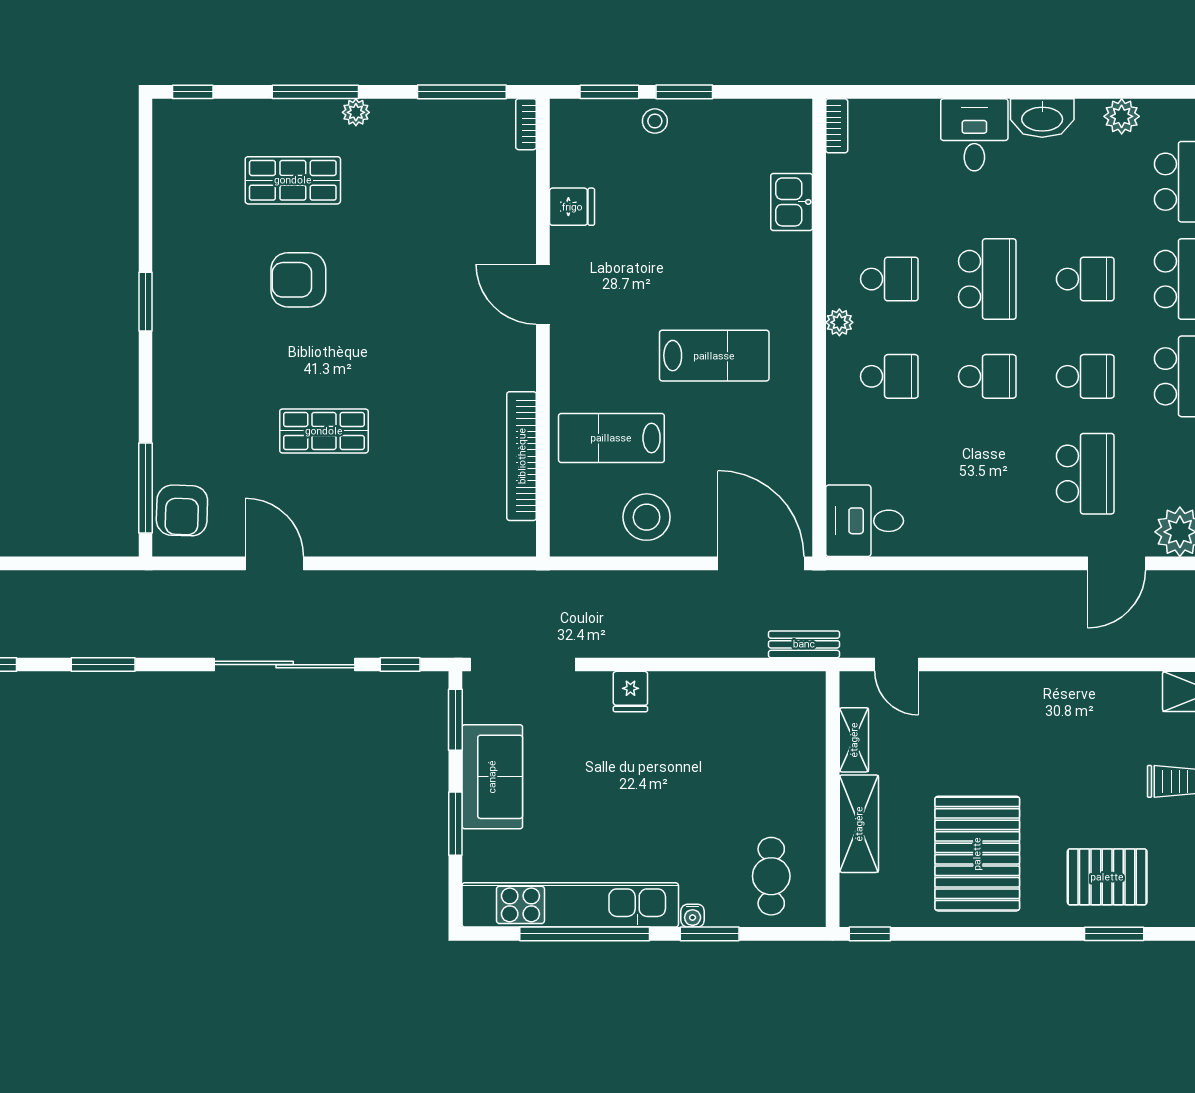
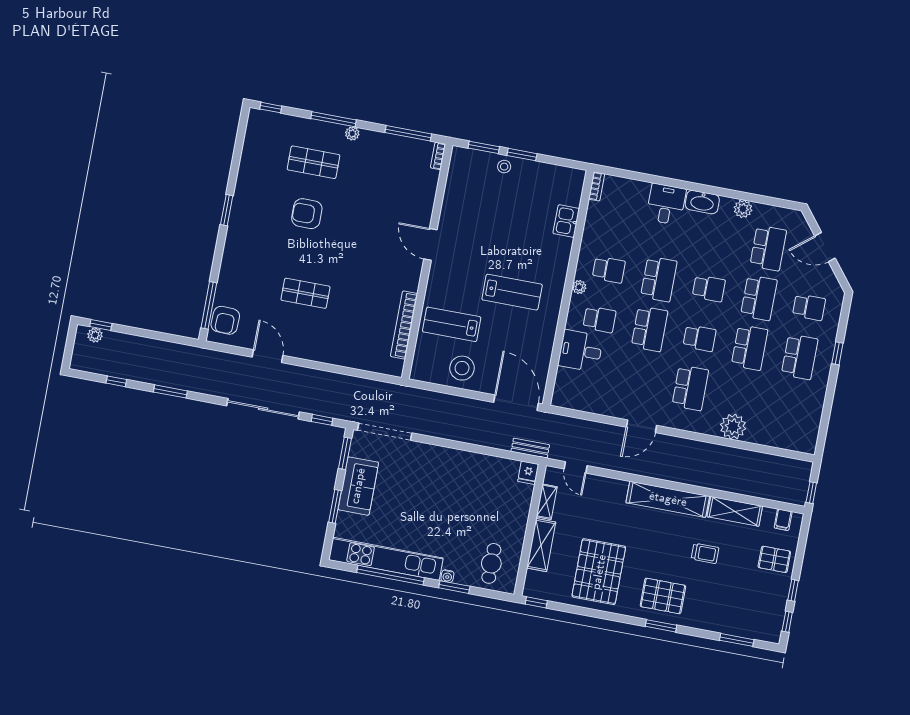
fridge: (572, 207) -> (454, 202), removed
school desk: (987, 376) -> (650, 329), width x1.85
desk: (865, 521) -> (581, 351), moved
door: (1116, 563) -> (641, 426), moved
fridge: (630, 692) -> (528, 473), moved
shelving: (1082, 692) -> (668, 499), added

